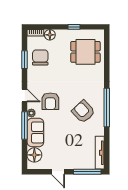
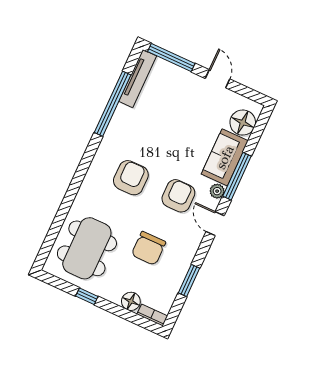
dining table: (85, 52) -> (87, 248), width x1.38
chair: (40, 57) -> (149, 248), moved
window: (107, 107) -> (113, 104), moved
armchair: (83, 112) -> (131, 178), moved, turned -137

